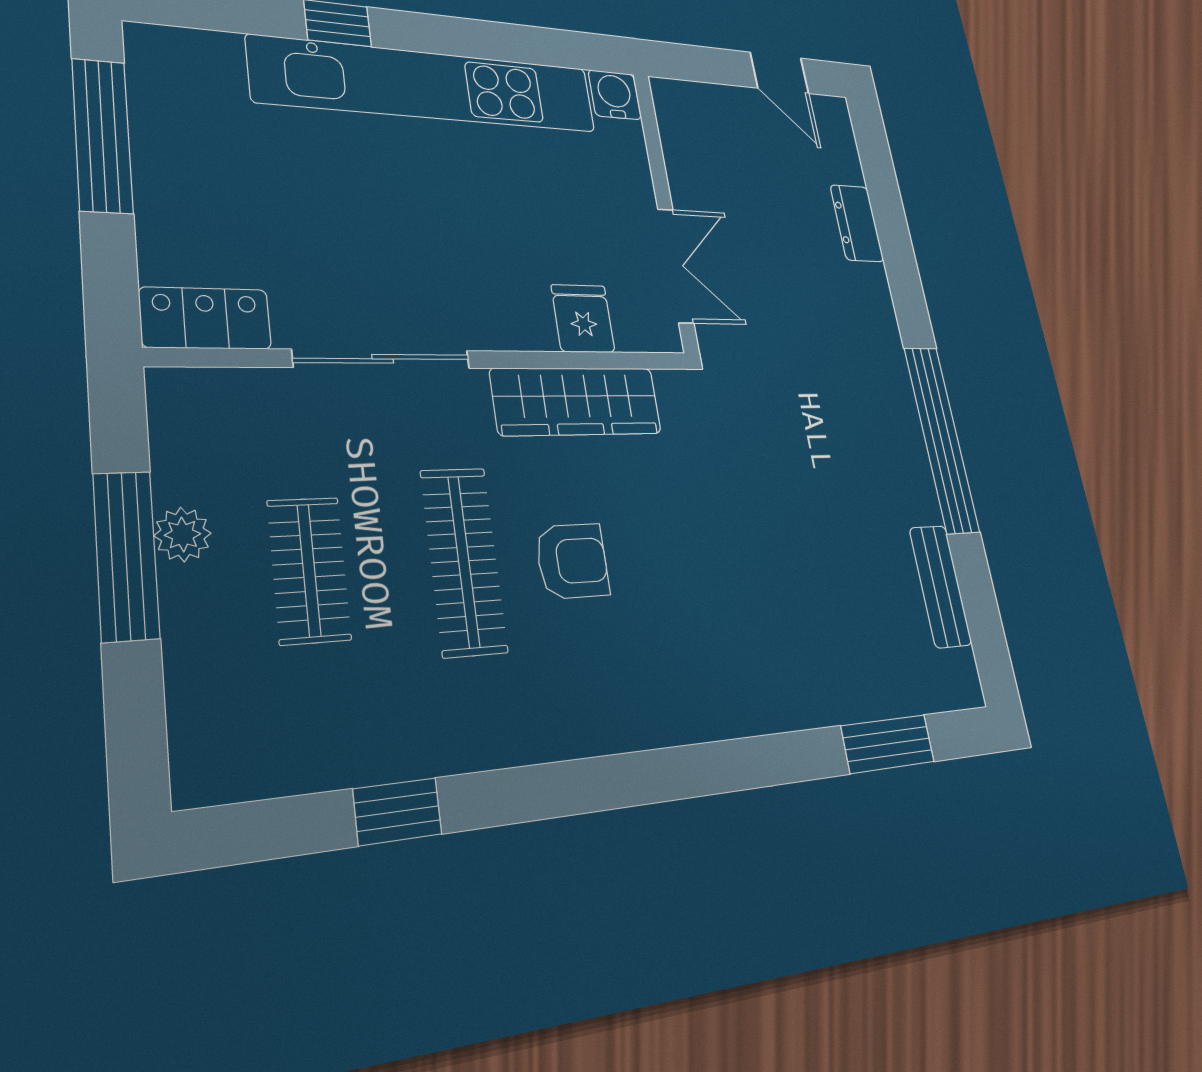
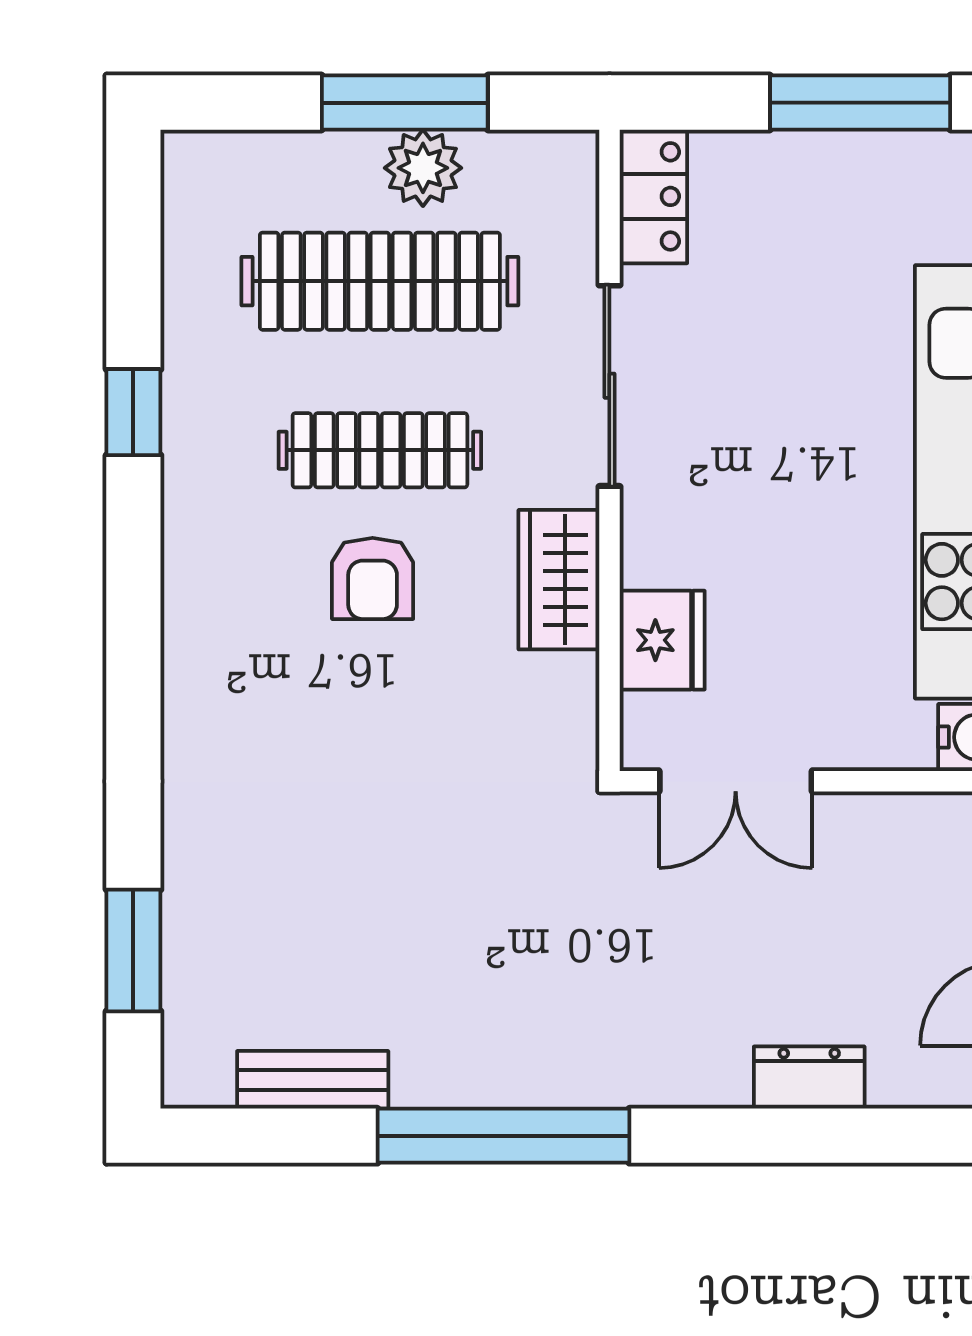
fridge: (583, 319) -> (662, 640), width x1.38
wardrobe: (577, 401) -> (559, 580), width x0.67
plant: (183, 534) -> (423, 168), width x1.38, depth x1.38
clothes rail: (309, 570) -> (380, 281), width x1.86, depth x1.31
window: (398, 812) -> (133, 412), moved

